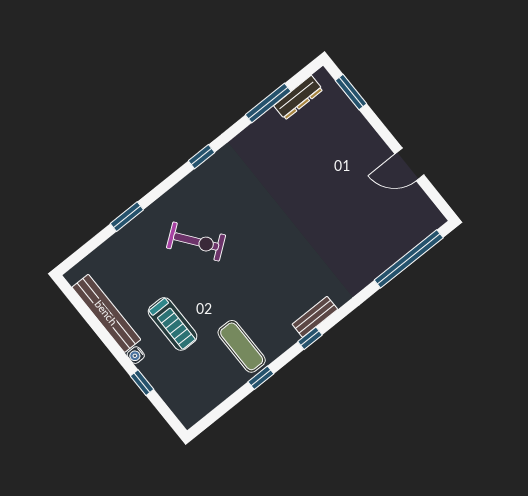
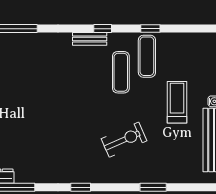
exercise bike: (196, 242) -> (124, 140), turned 103
exercise mat: (255, 308) -> (121, 72), added

